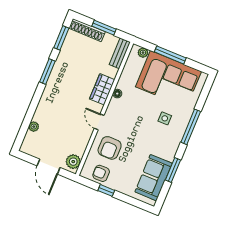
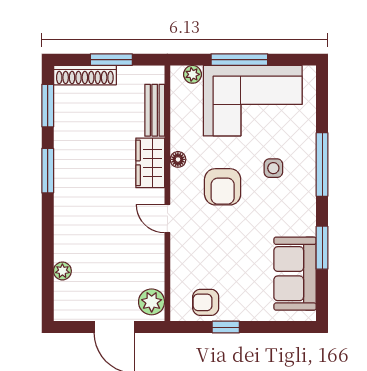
bench: (120, 53) -> (155, 110), moved
armchair: (110, 148) -> (223, 187), moved

